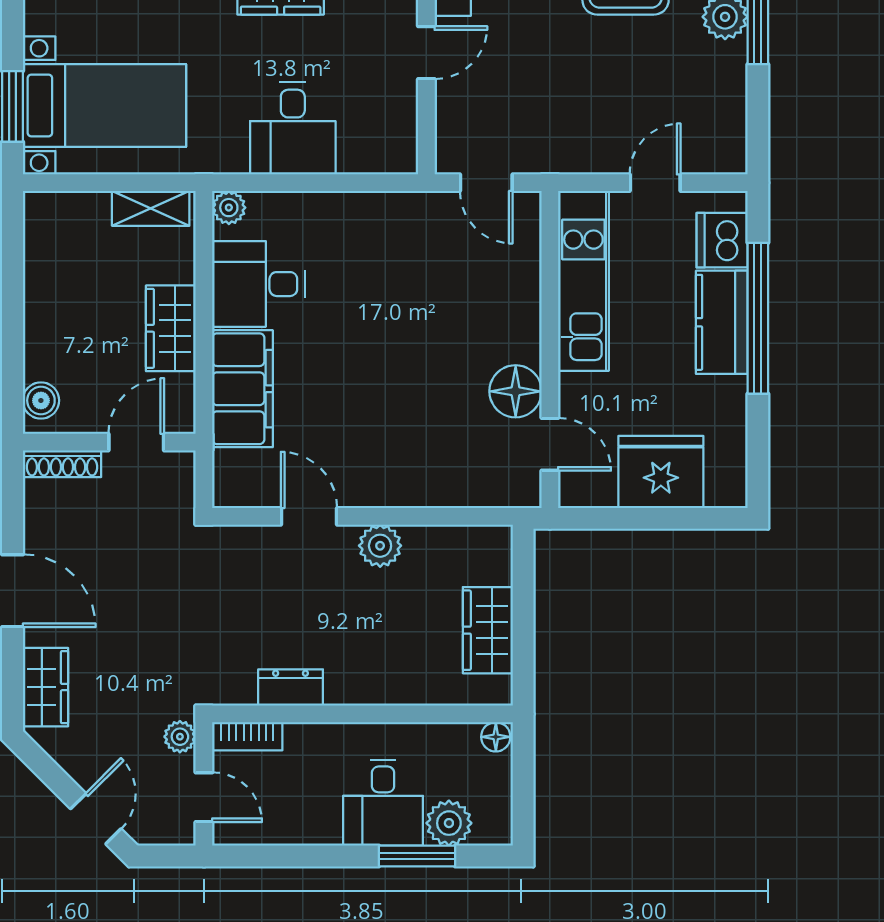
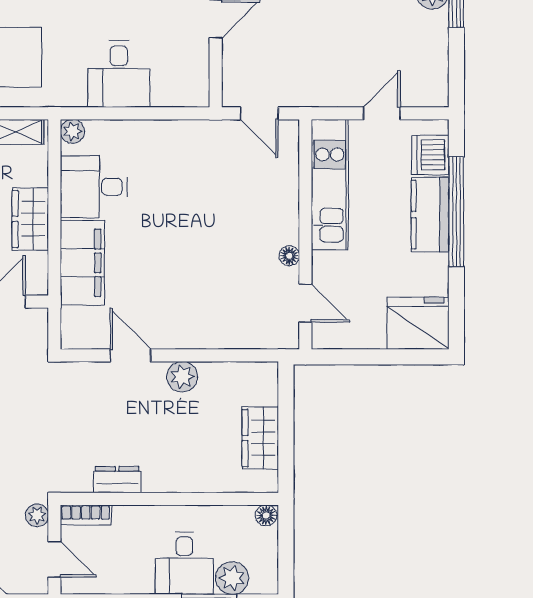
floor lamp: (516, 391) -> (289, 256), width x0.53, depth x0.53
fridge: (661, 472) -> (418, 323), moved

